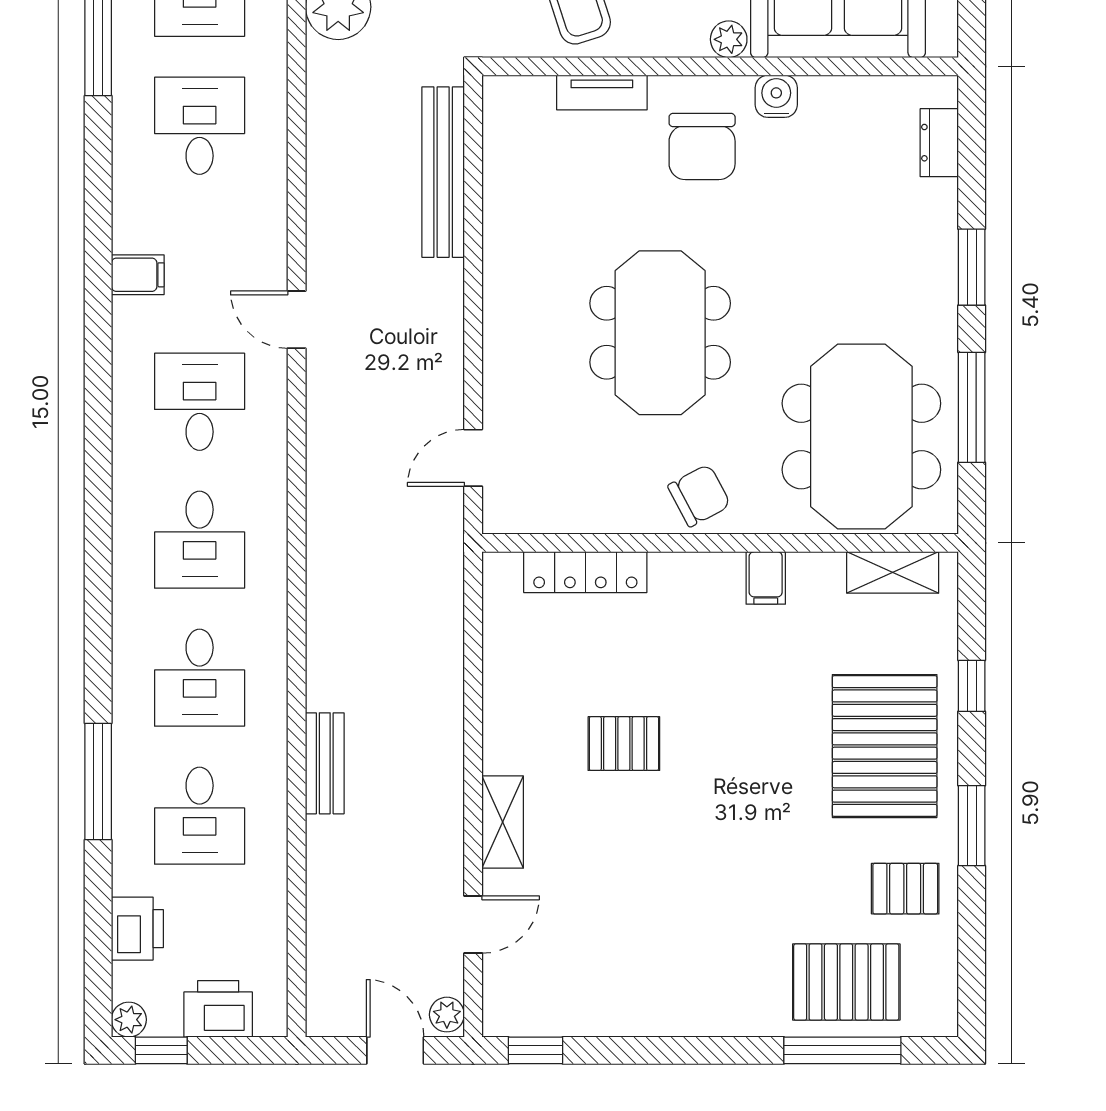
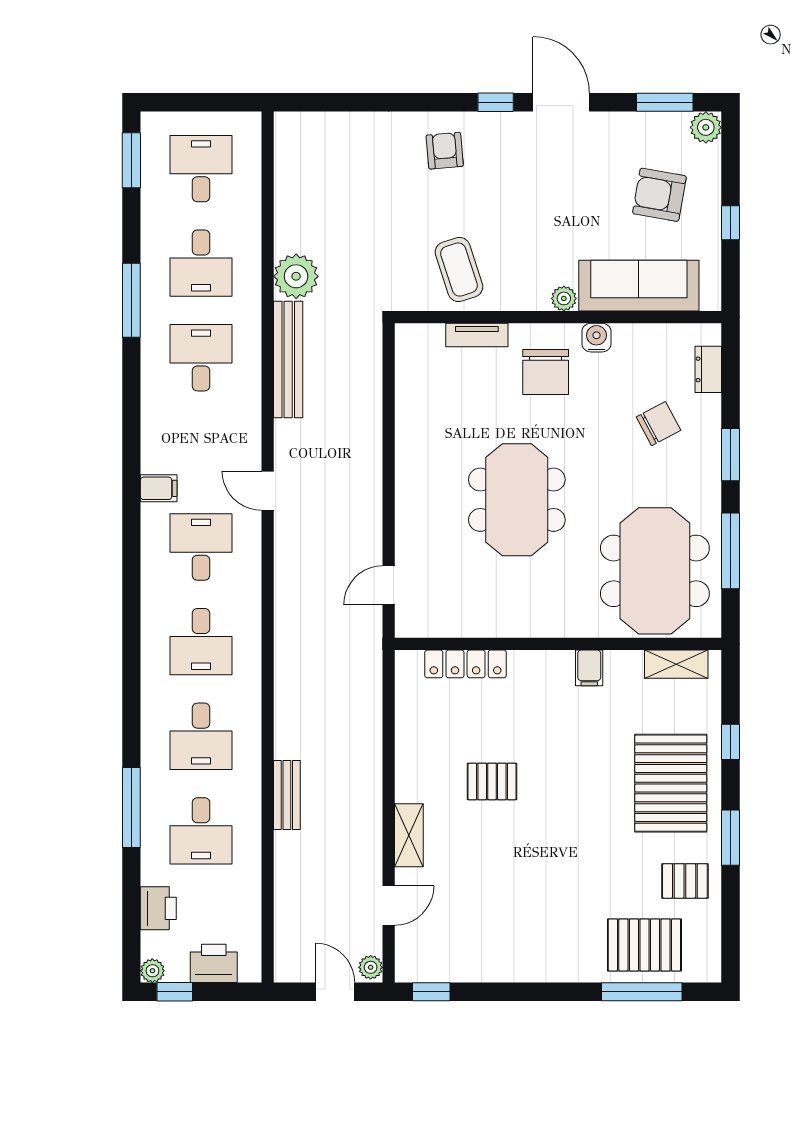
bench: (443, 172) -> (288, 360), moved
filing cabinet: (138, 275) -> (159, 488), moved
chair: (699, 495) -> (658, 424), moved

